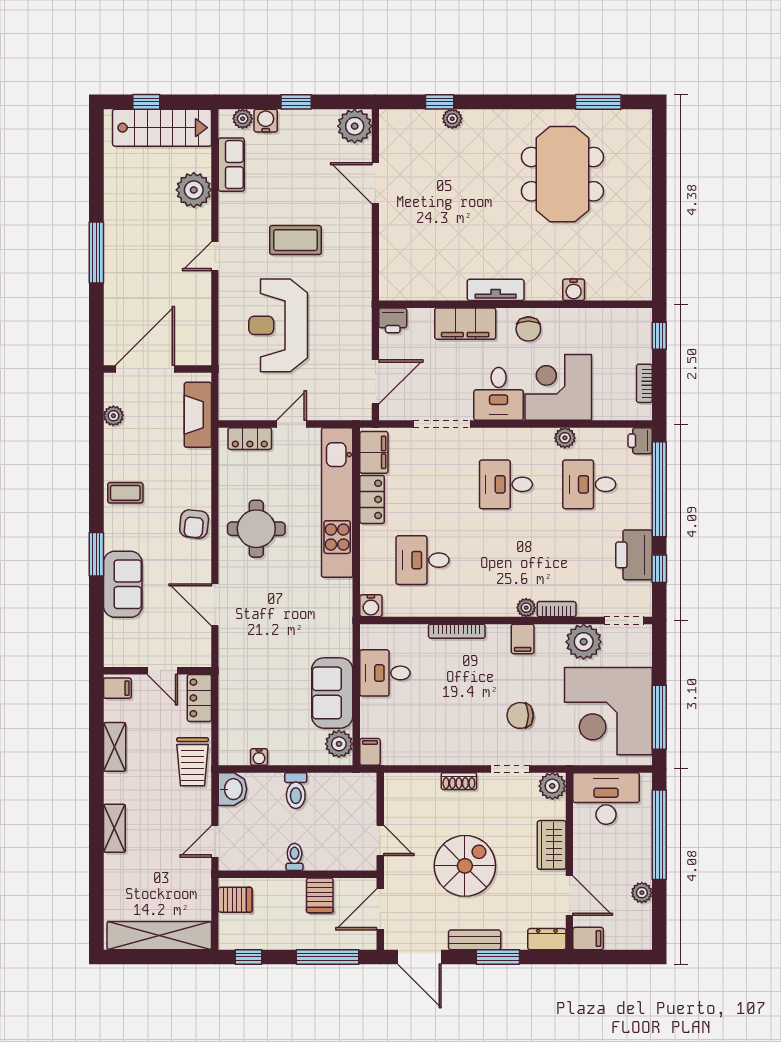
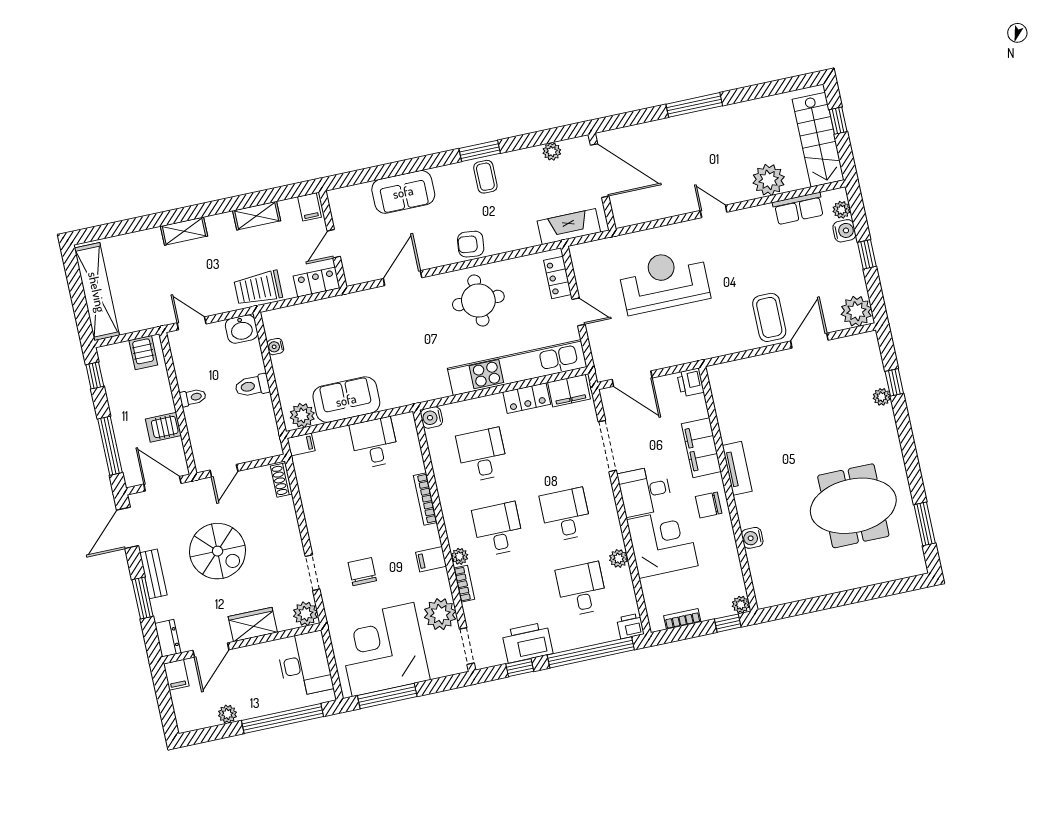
coffee table: (296, 240) -> (769, 317), moved
plant: (642, 317) -> (741, 605), added
window: (96, 554) -> (480, 151), moved
desk: (506, 560) -> (498, 529), added
shoe rack: (459, 781) -> (281, 480), moved

